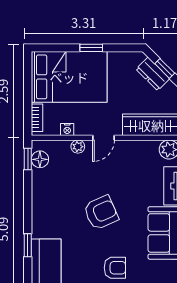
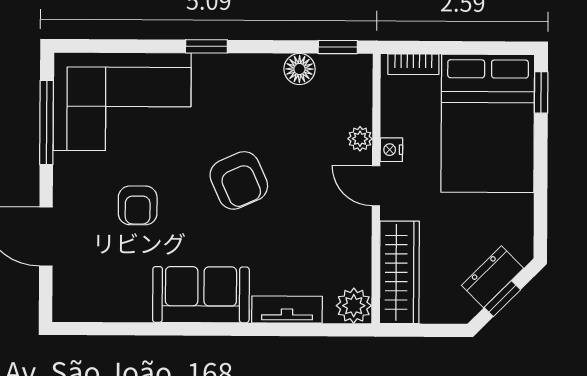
window: (91, 48) -> (541, 92), moved
nightstand: (67, 129) -> (391, 150), moved
floor lamp: (40, 159) -> (299, 69), moved
window: (28, 245) -> (206, 46), moved

